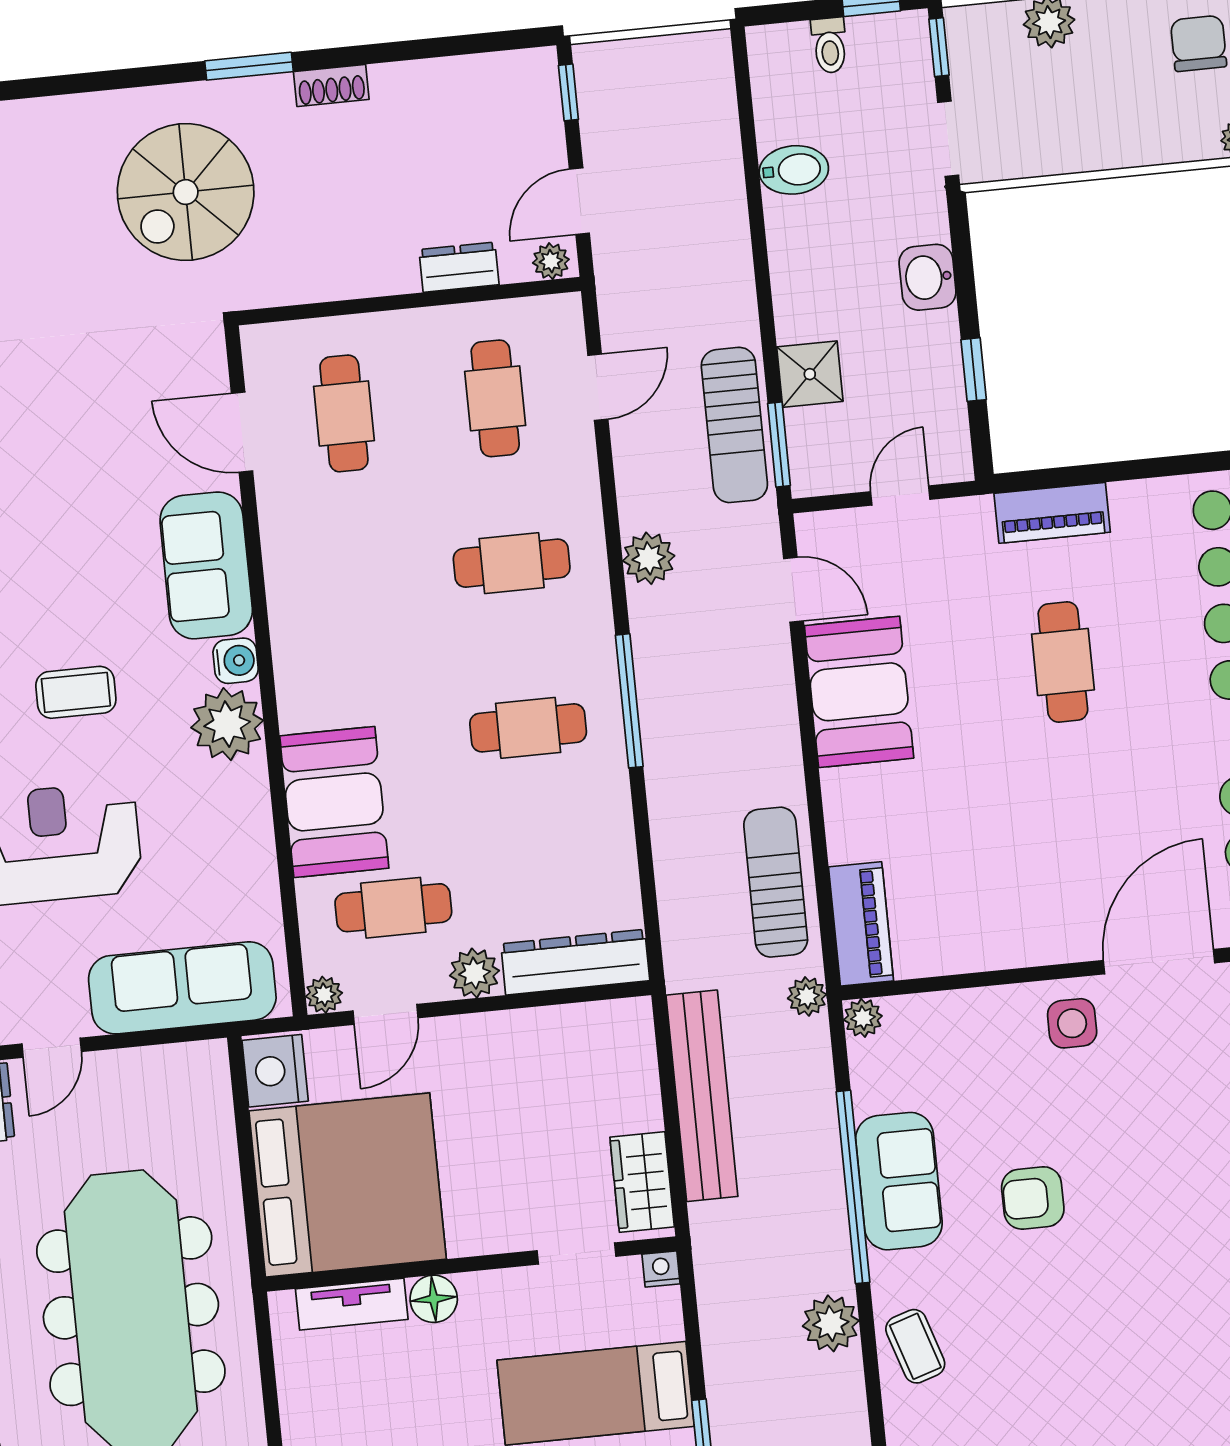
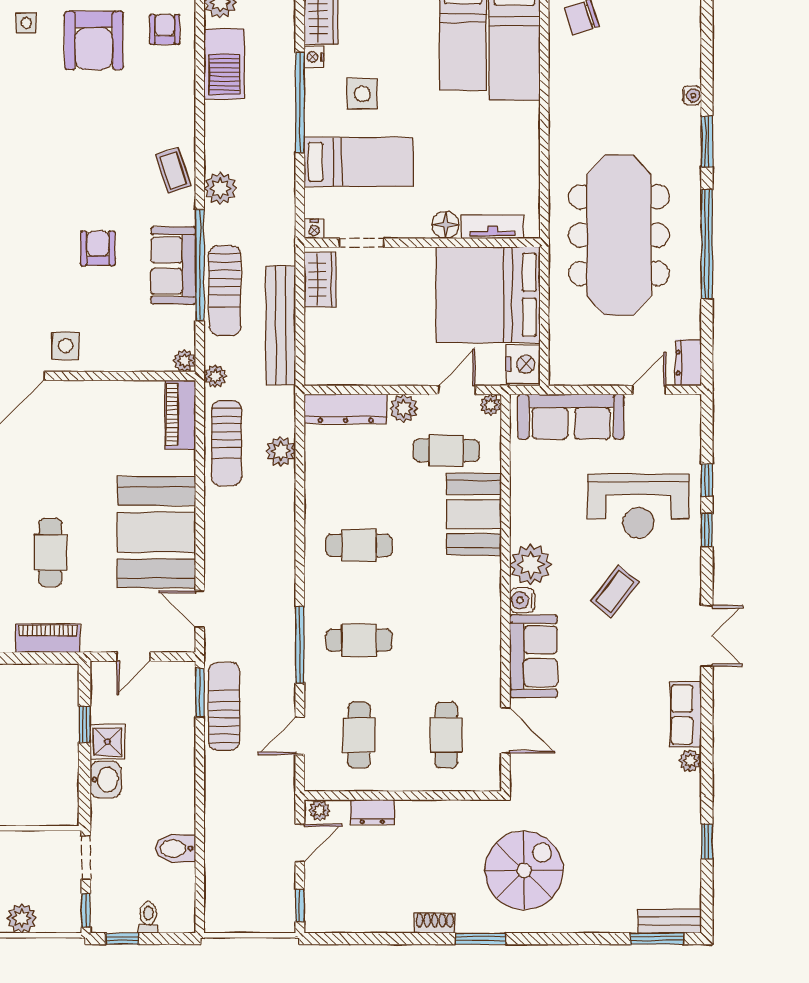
shower: (810, 374) -> (108, 742), moved
plant: (649, 558) -> (281, 451), moved
coffee table: (76, 692) -> (615, 591), turned -52
booth: (859, 692) -> (157, 532), width x1.36, depth x1.42
window: (629, 701) -> (300, 645), moved
sun lounger: (805, 1147) -> (225, 290), added
armchair: (1033, 1198) -> (98, 248), turned -90

